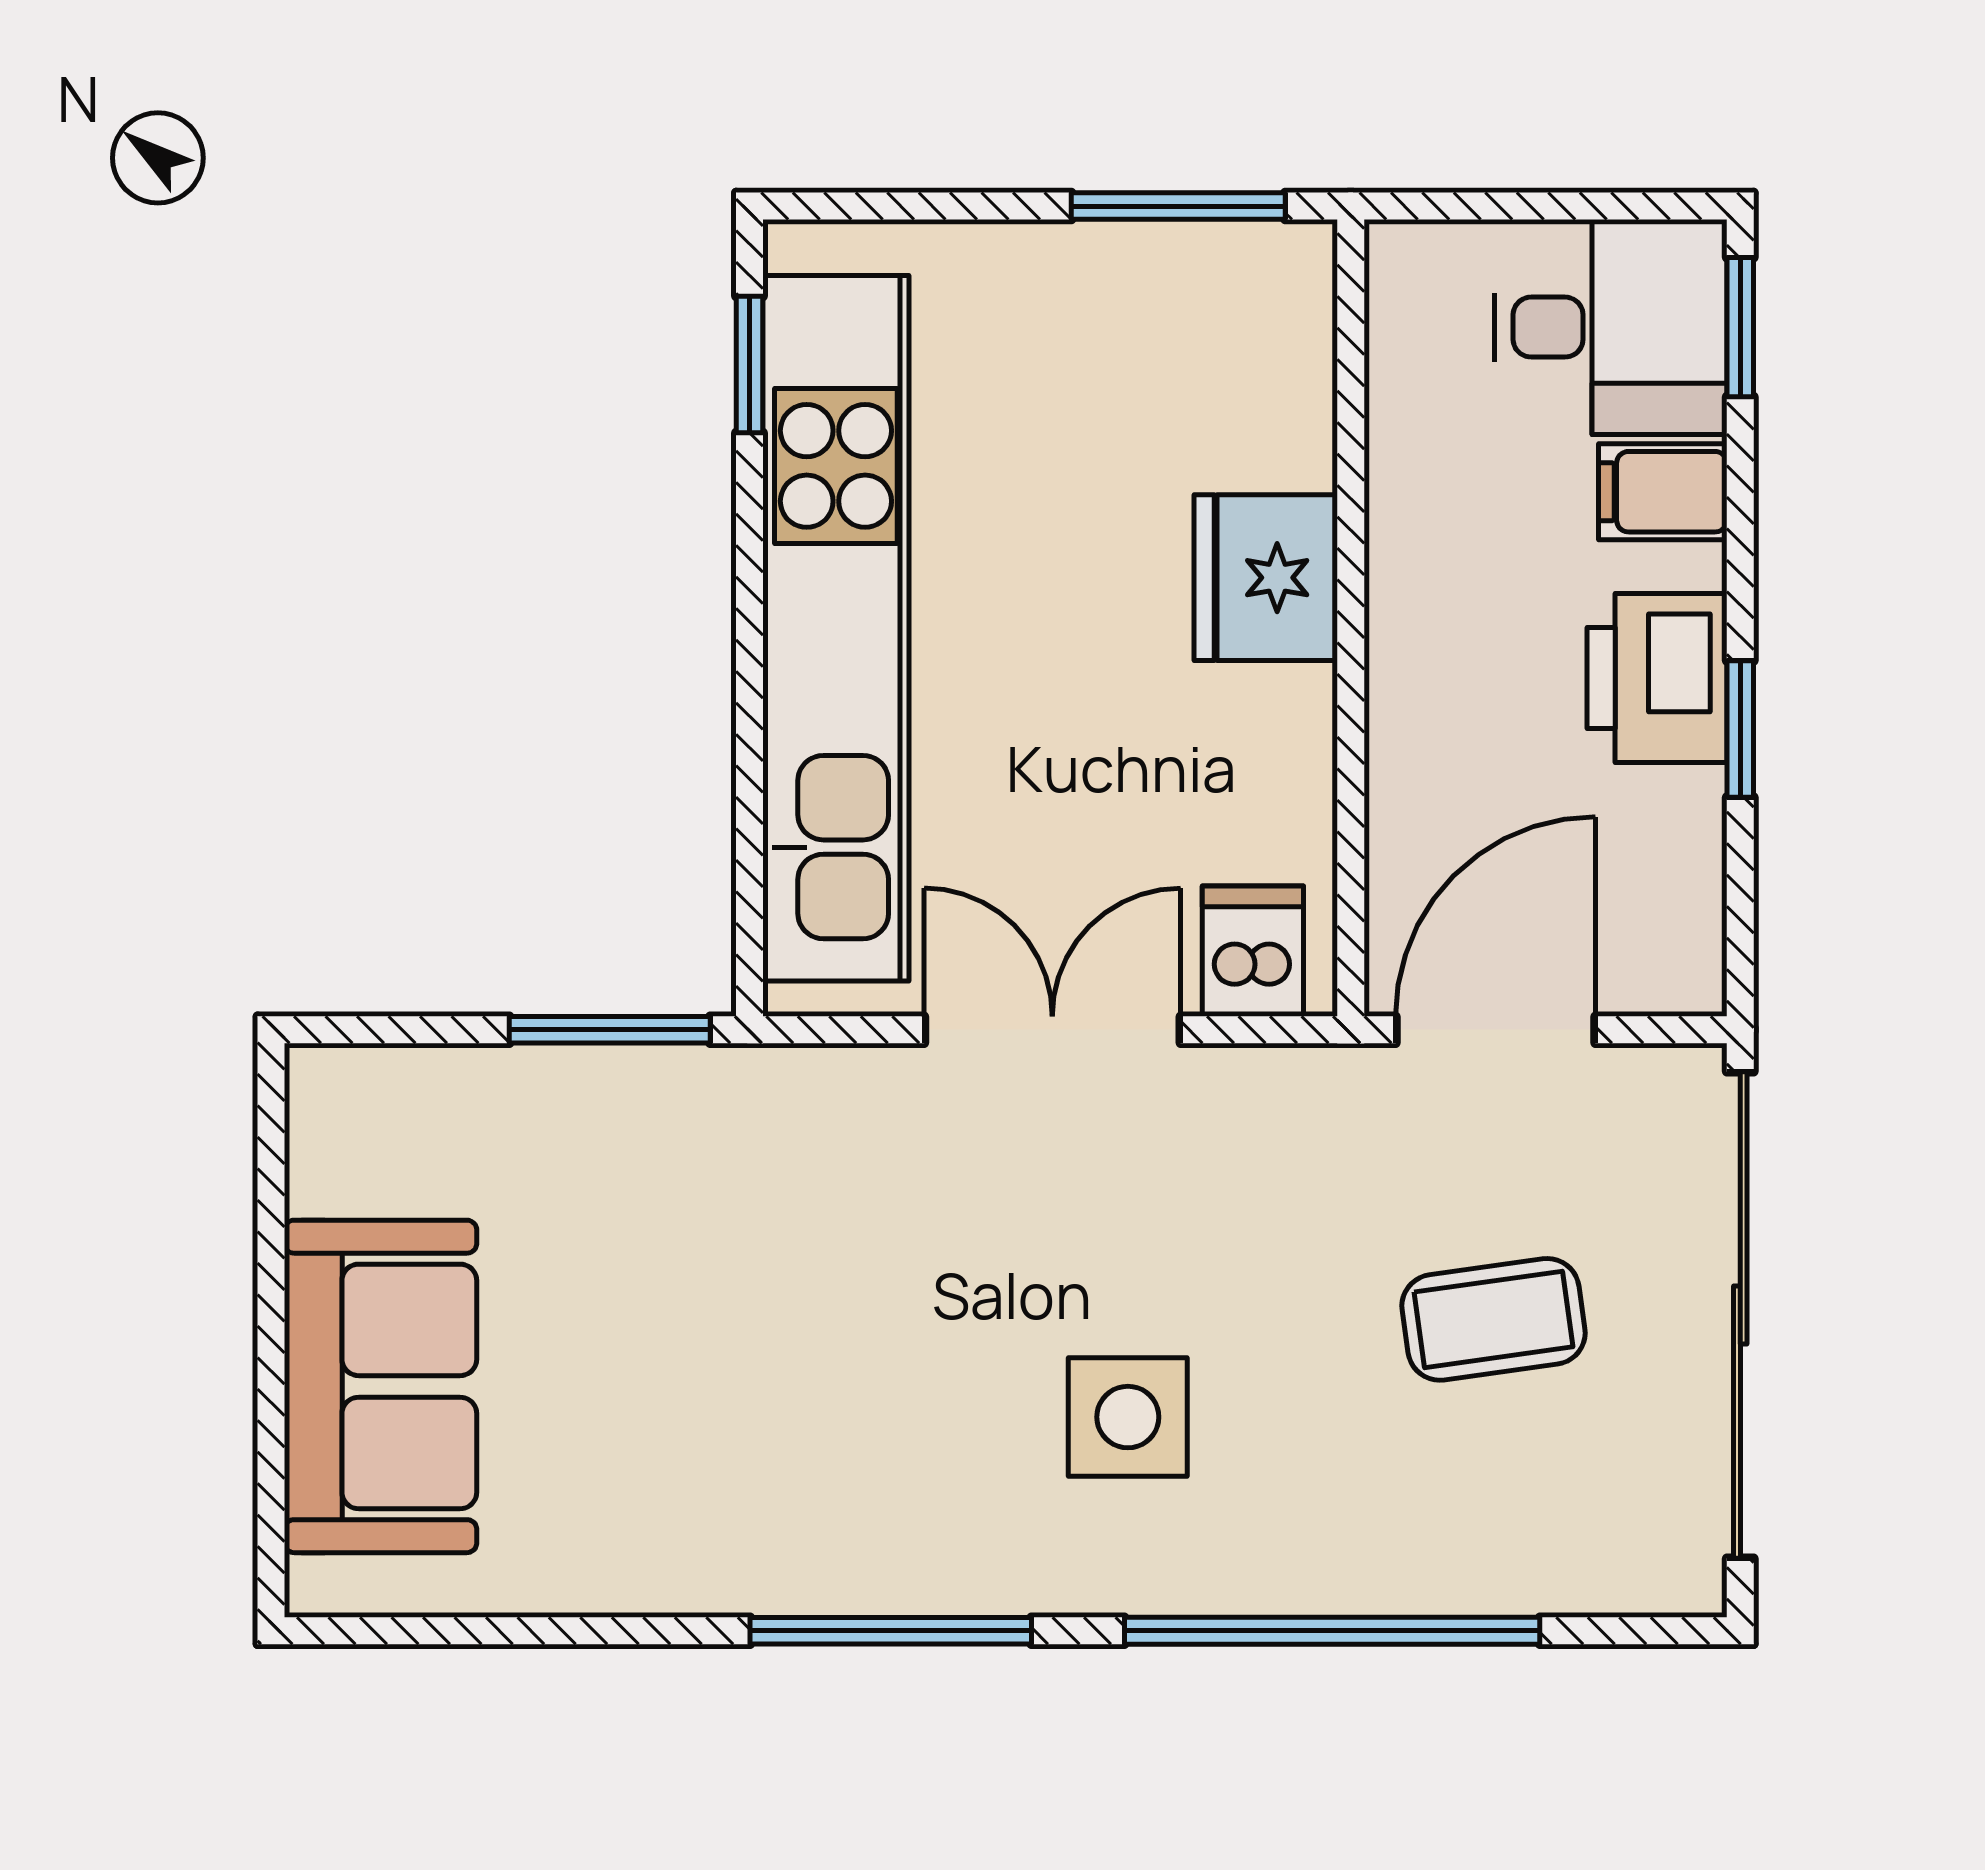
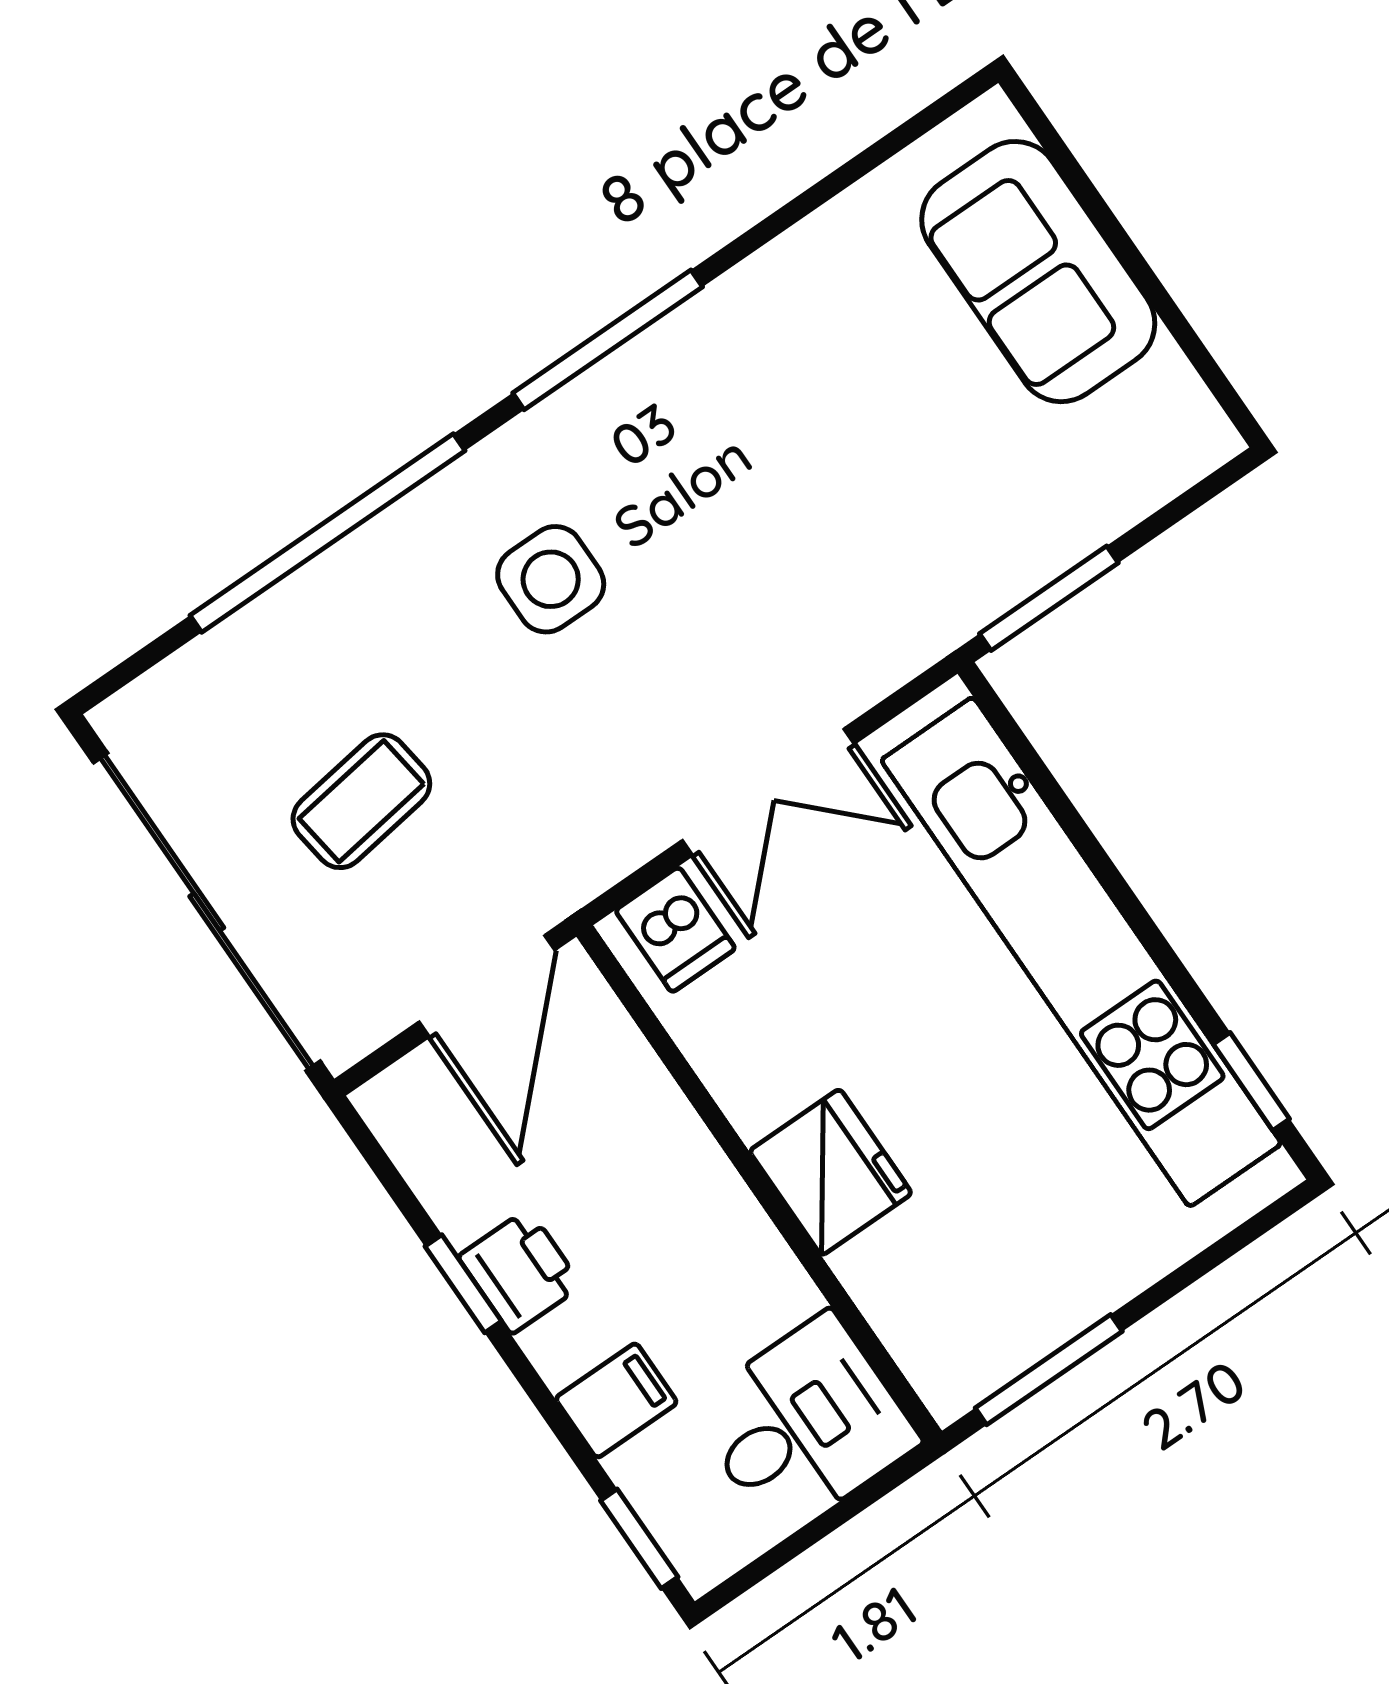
desk: (1611, 327) -> (804, 1425), moved, turned 180
printer: (1657, 678) -> (520, 1271), width x0.73, depth x0.81

